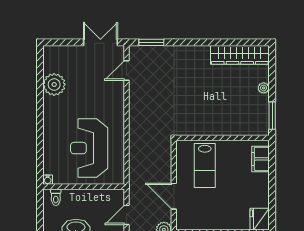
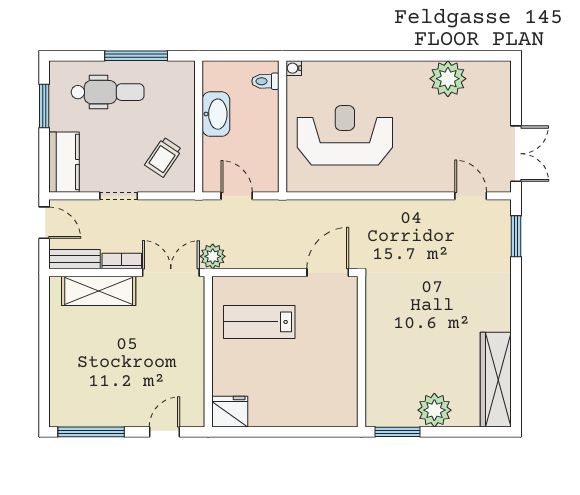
plant: (264, 88) -> (434, 410), width x1.88, depth x1.88
filing cabinet: (261, 159) -> (327, 413), removed
lab bench: (205, 165) -> (259, 322), moved
door: (174, 196) -> (328, 273), moved

